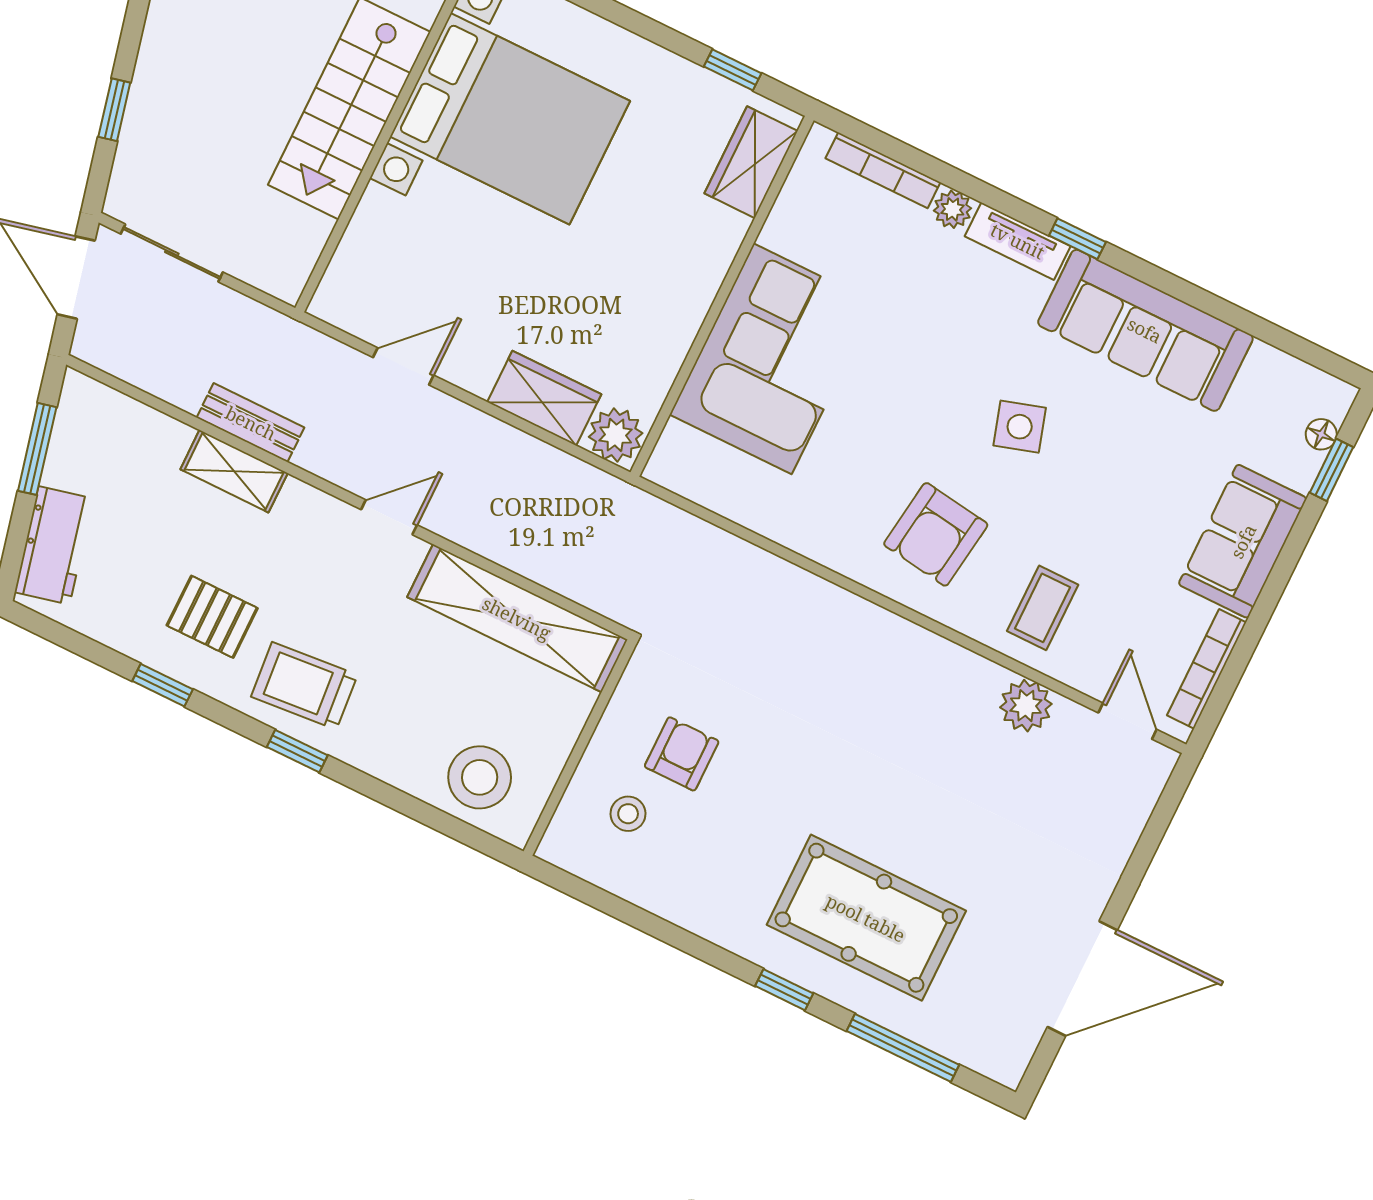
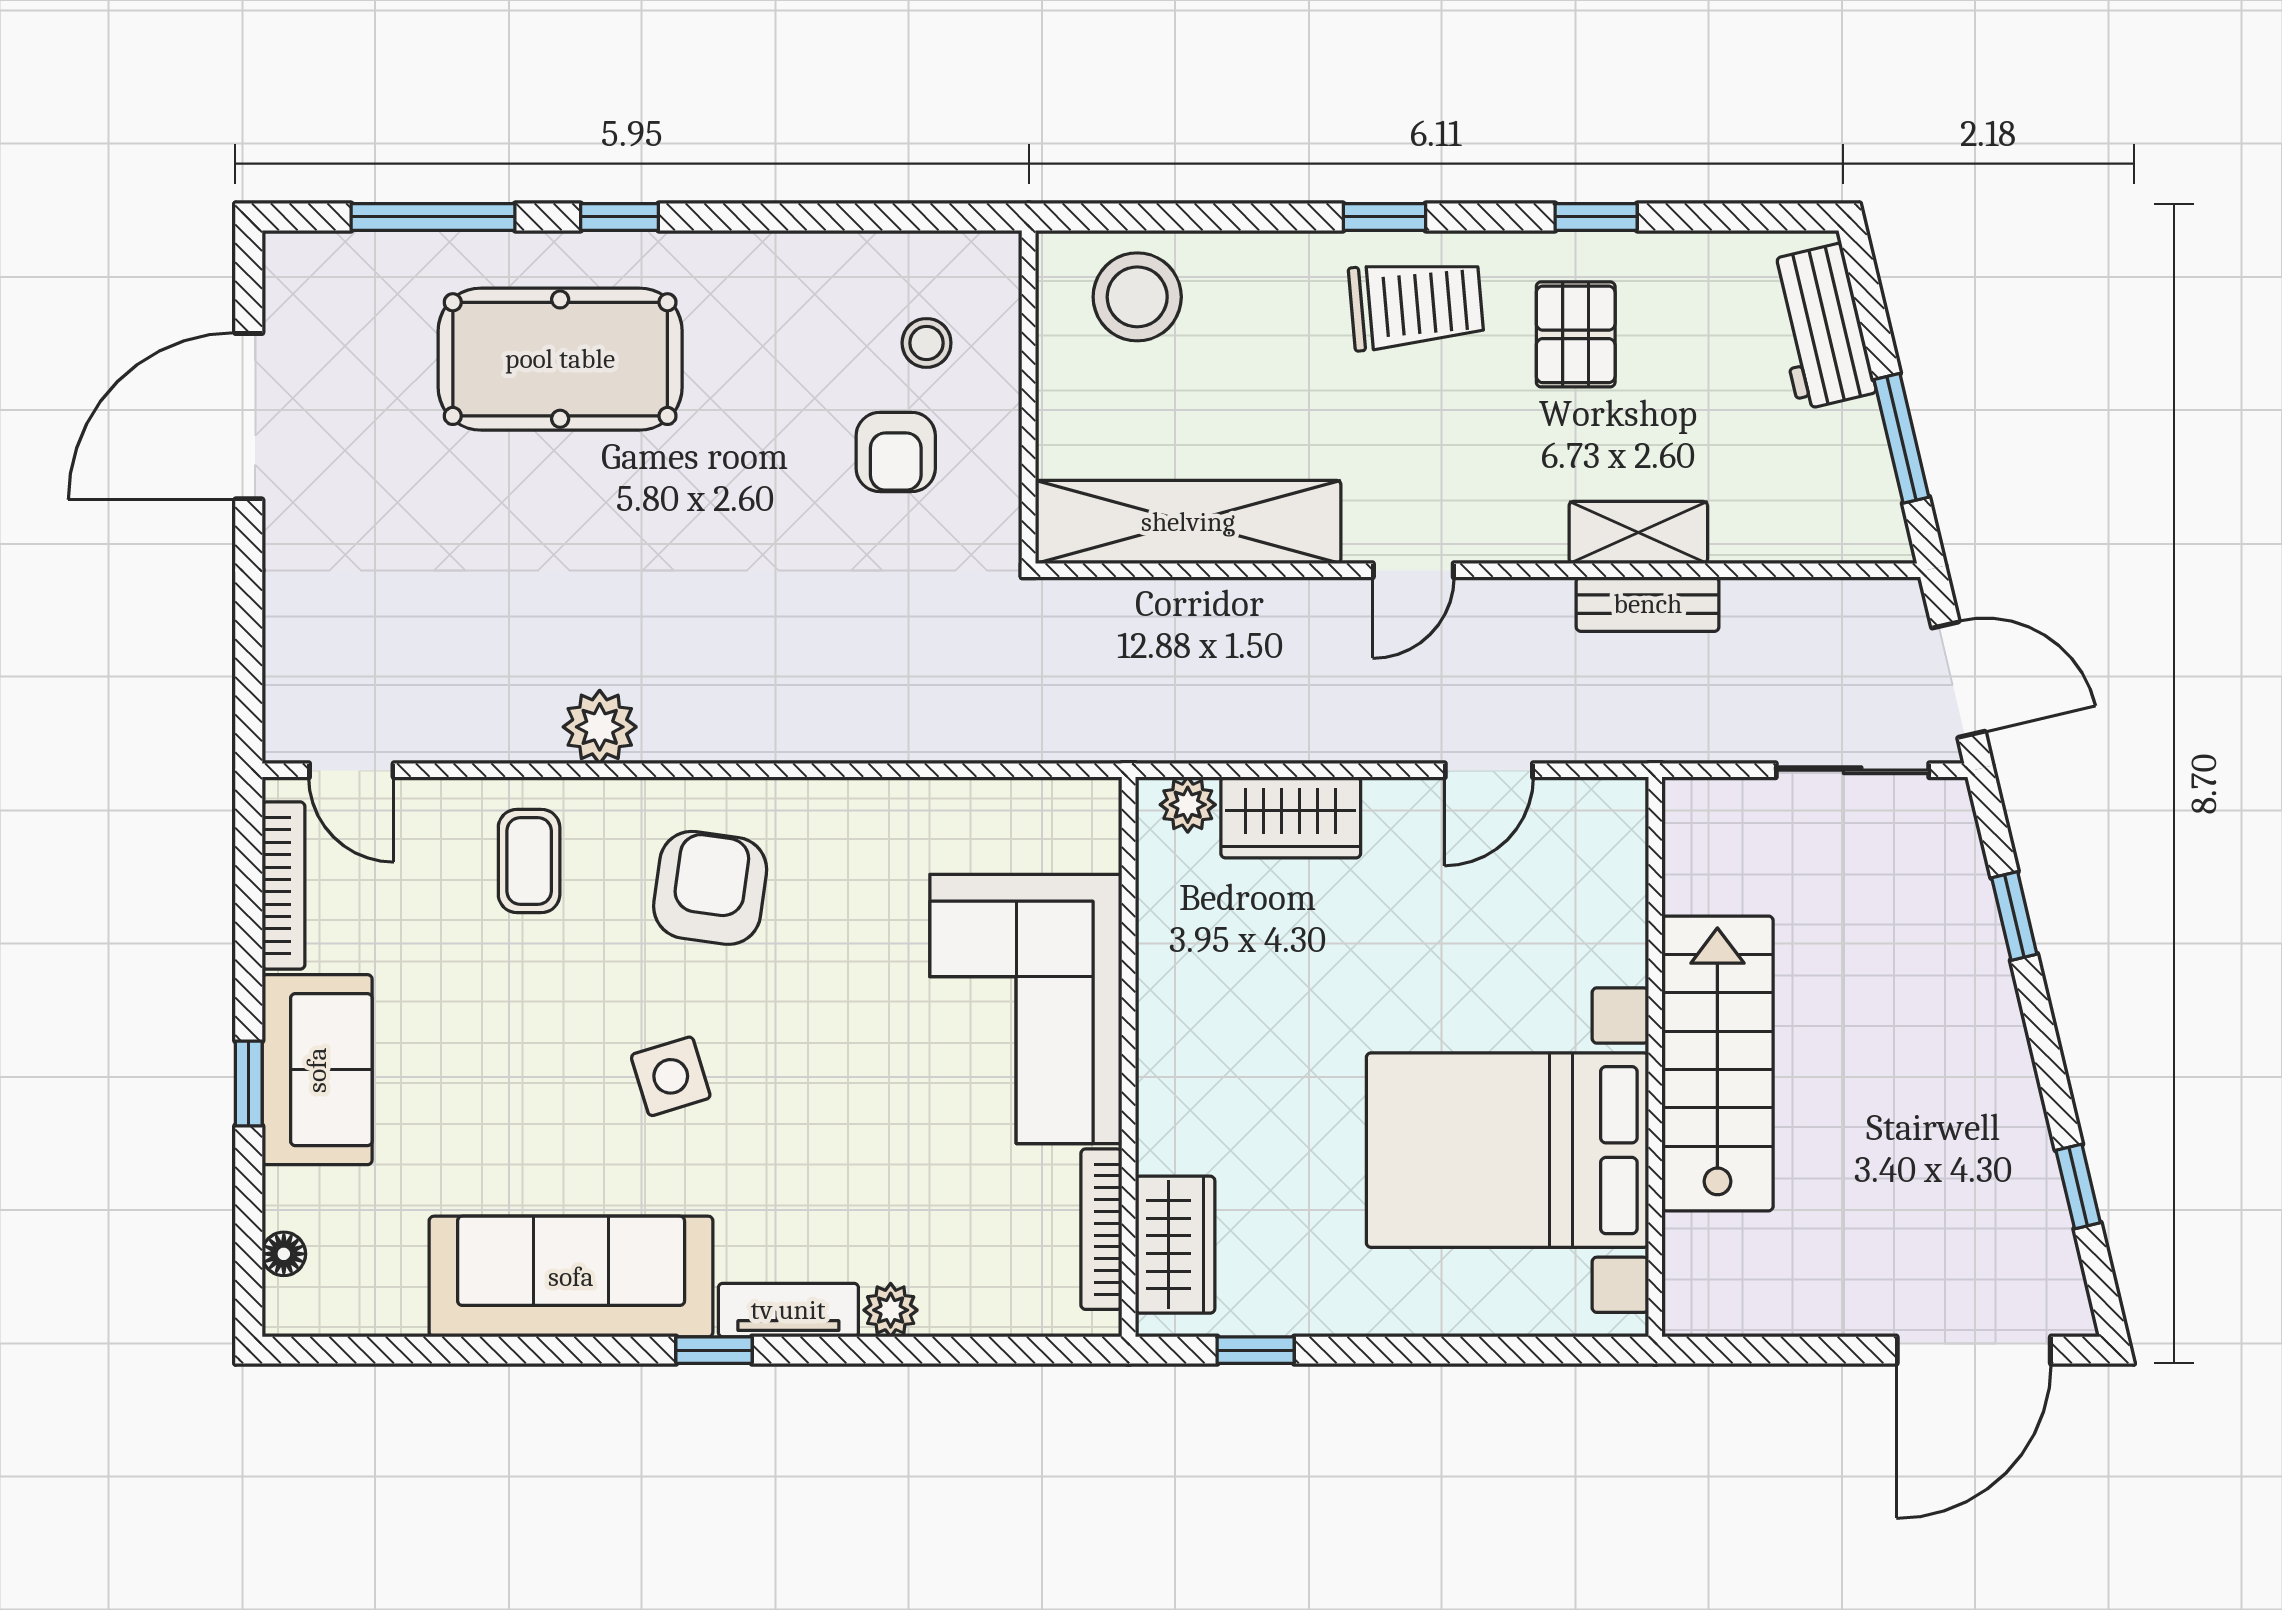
bookcase: (883, 170) -> (1101, 1229), moved, turned -90
plant: (616, 435) -> (1188, 805), width x0.73, depth x0.73
window: (1332, 470) -> (249, 1083), moved
pallet: (212, 617) -> (1576, 334), turned 90
plant: (1026, 706) -> (600, 727), moved

